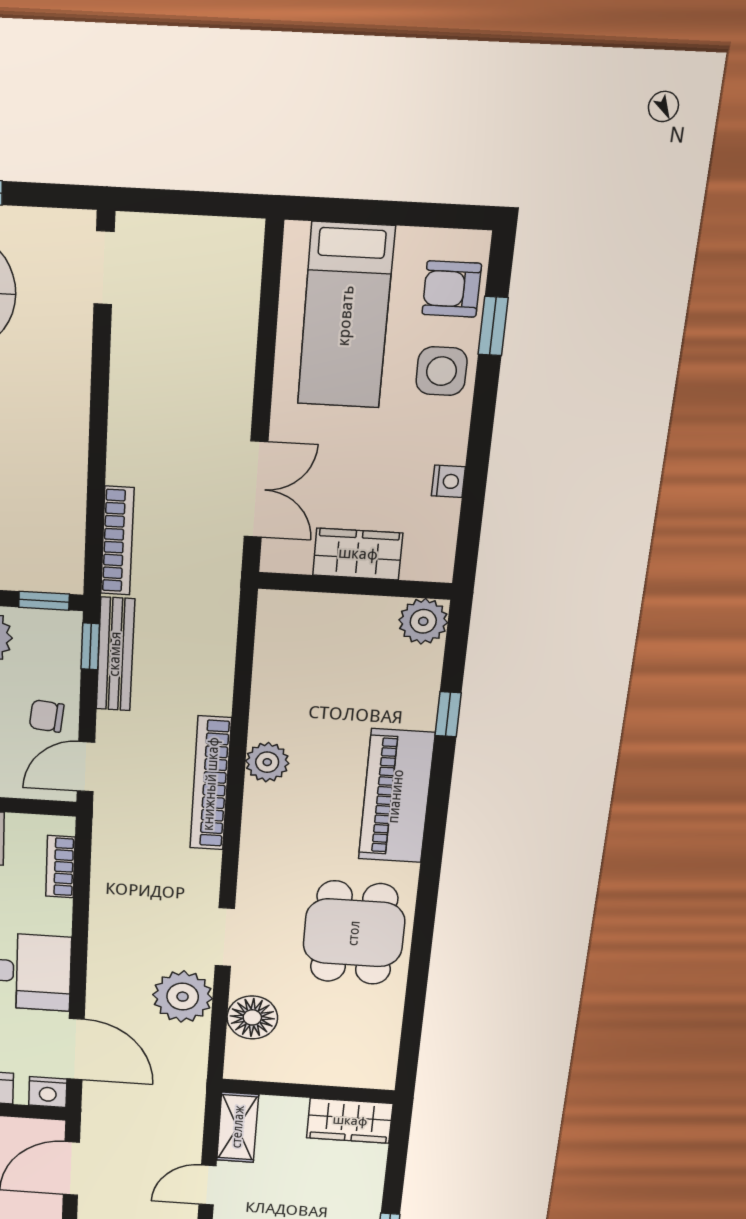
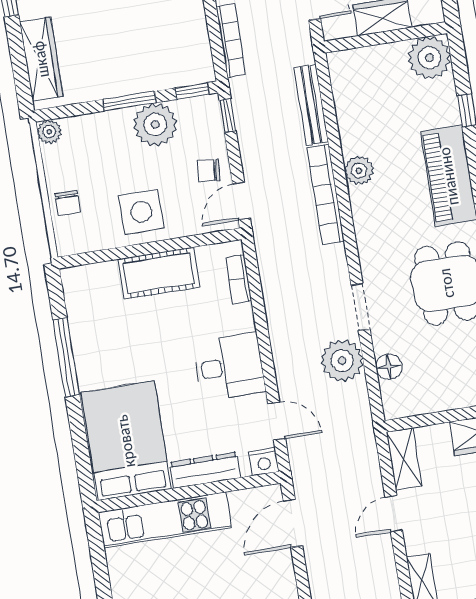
plant: (423, 621) -> (429, 58), width x1.36, depth x1.36
bench: (115, 654) -> (311, 105), moved
floor lamp: (252, 1017) -> (389, 367), width x0.73, depth x0.73
door: (76, 1049) -> (277, 421), width x0.73

